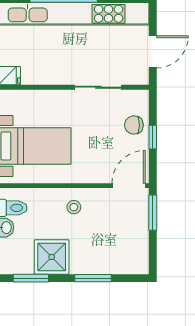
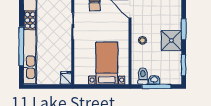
shower: (52, 257) -> (171, 40), moved

